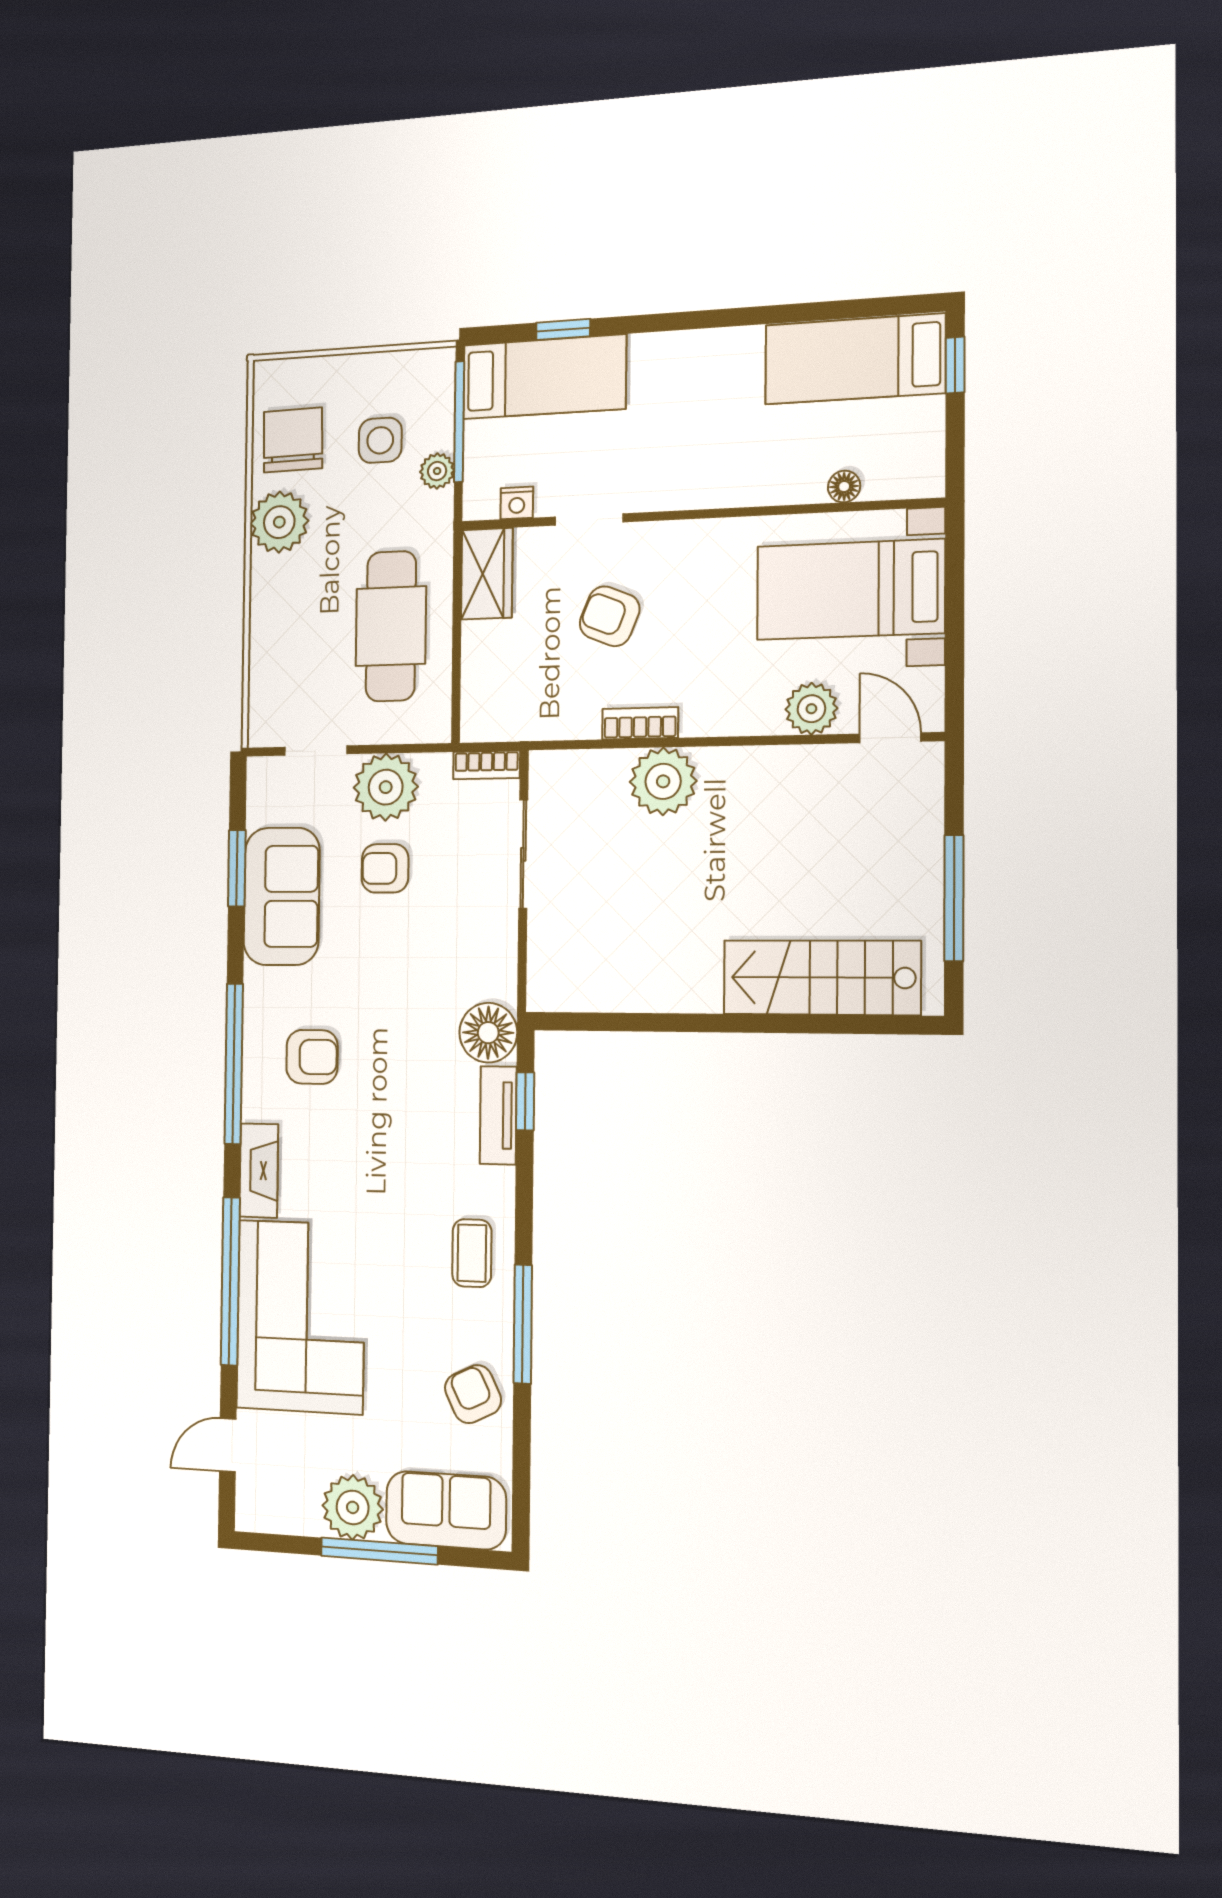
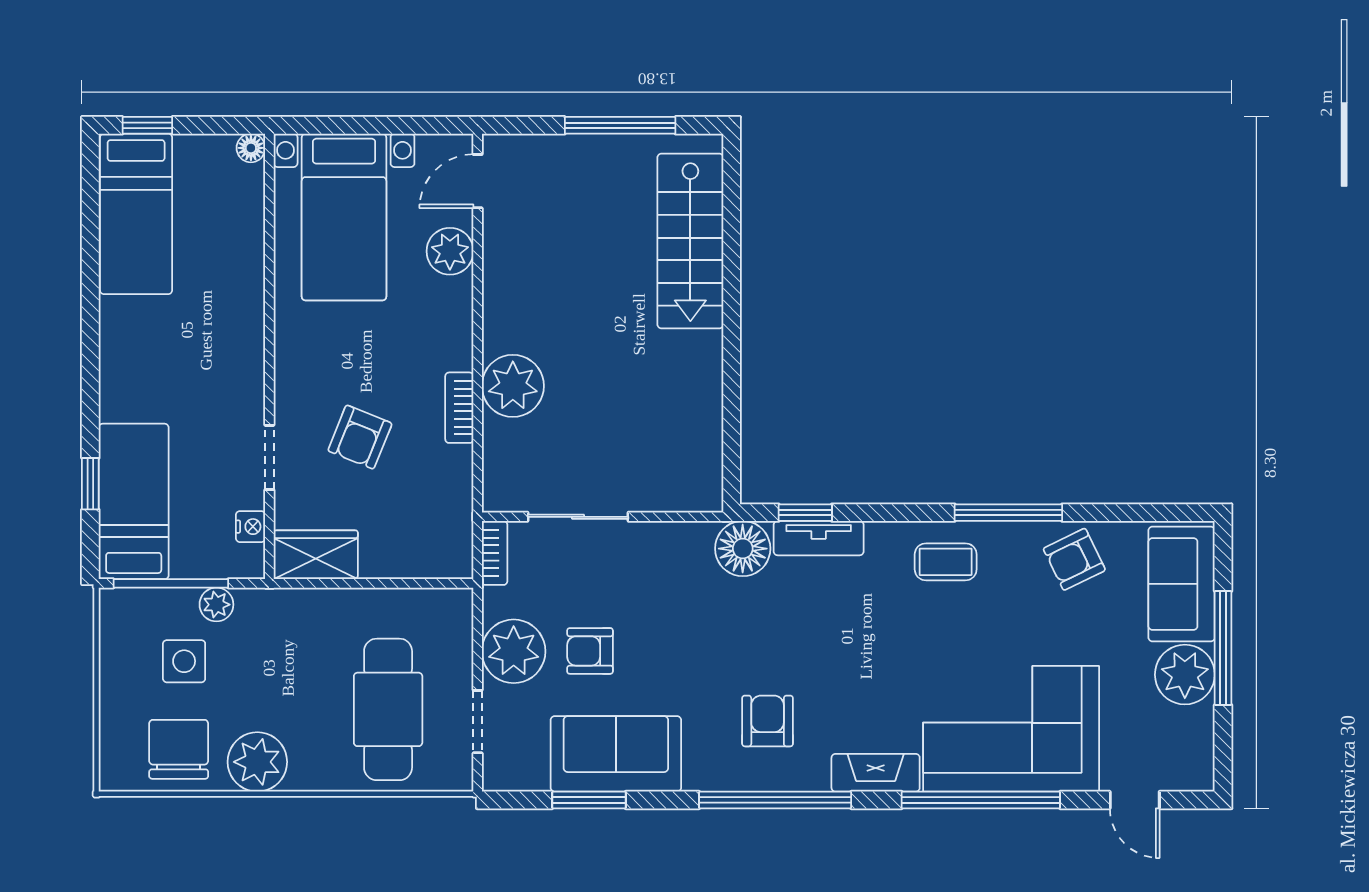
chair: (293, 440) -> (179, 749), turned 91
floor lamp: (844, 487) -> (251, 148), moved
cafe table: (391, 626) -> (388, 709), moved, turned 90
armchair: (385, 868) -> (590, 651), turned 90

